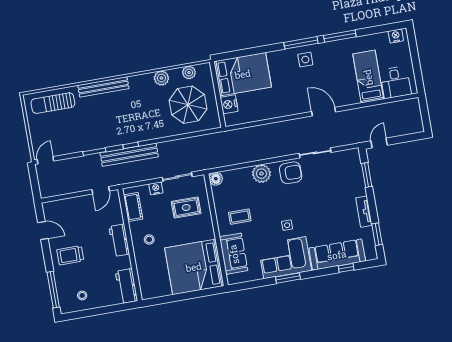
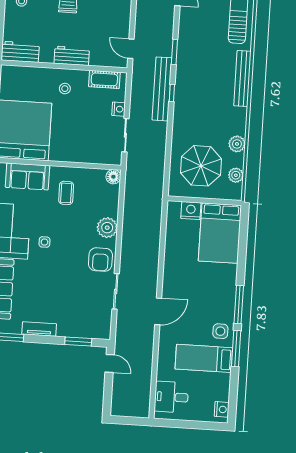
side table: (305, 60) -> (220, 331), moved
bed: (368, 77) -> (204, 358), moved, turned 180
rug: (186, 208) -> (90, 137), removed

